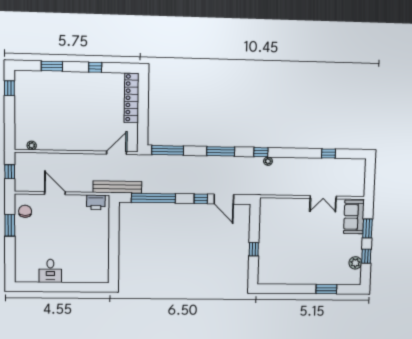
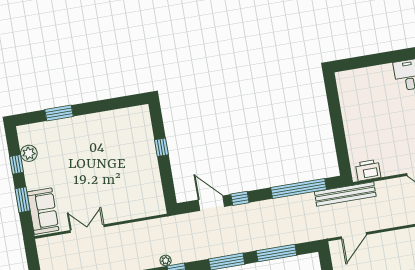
window: (168, 150) -> (276, 253), moved

